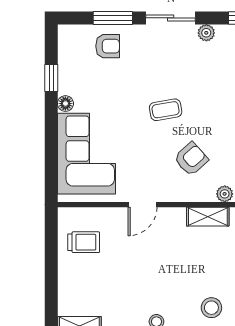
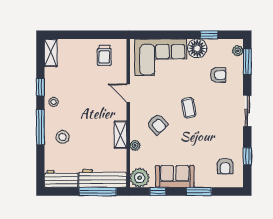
window: (113, 18) -> (247, 62), moved
plant: (206, 33) -> (238, 51), moved
armchair: (108, 46) -> (218, 75), moved, turned -90
floor lamp: (65, 104) -> (197, 48), width x1.89, depth x1.89

